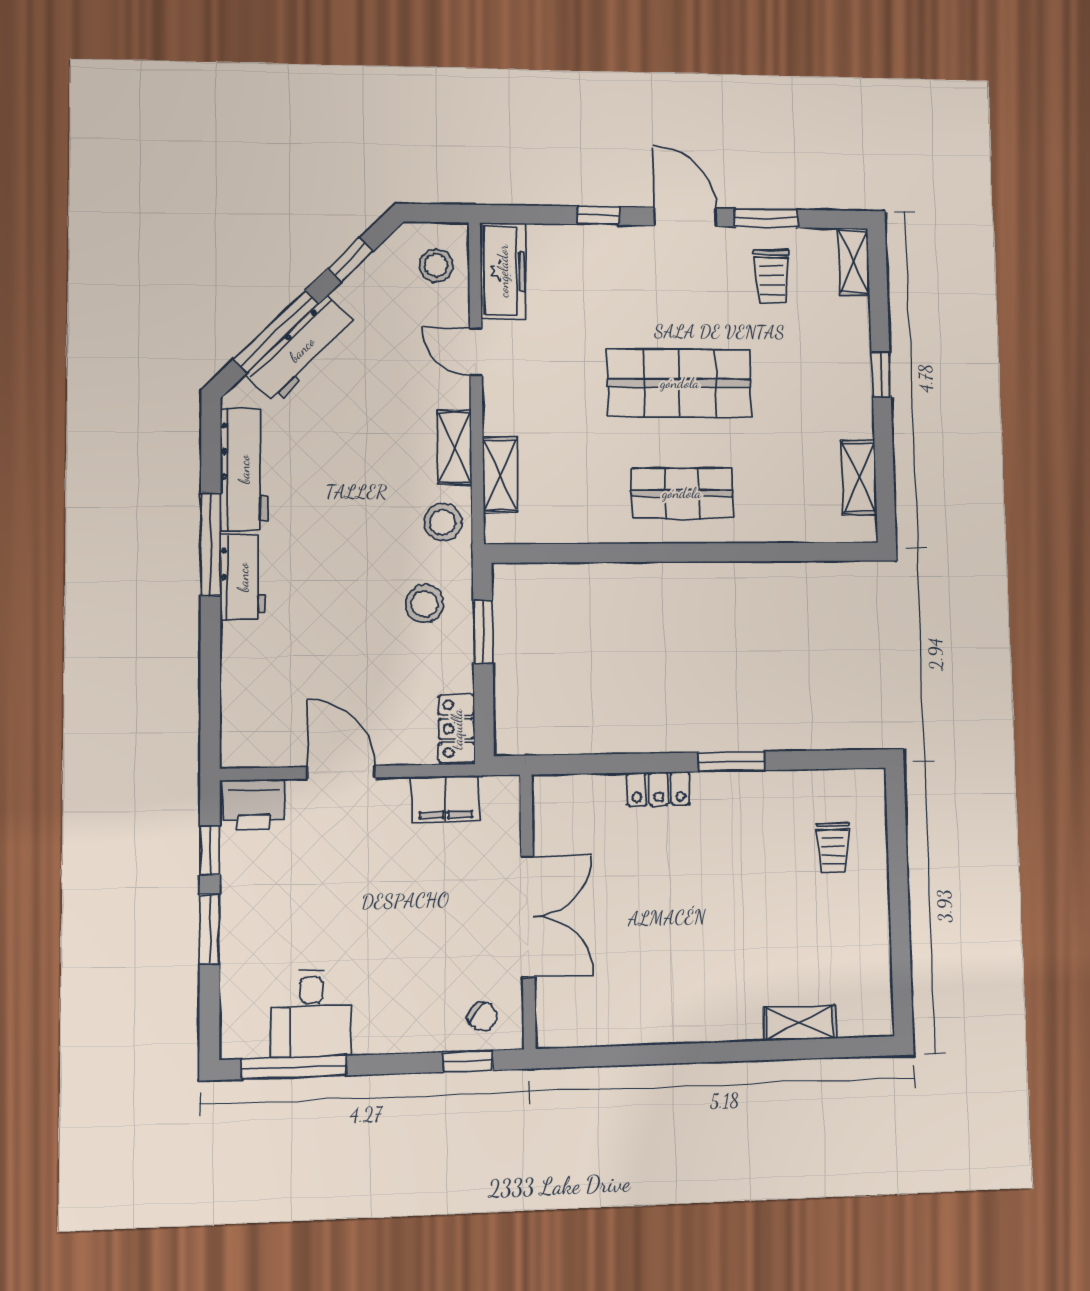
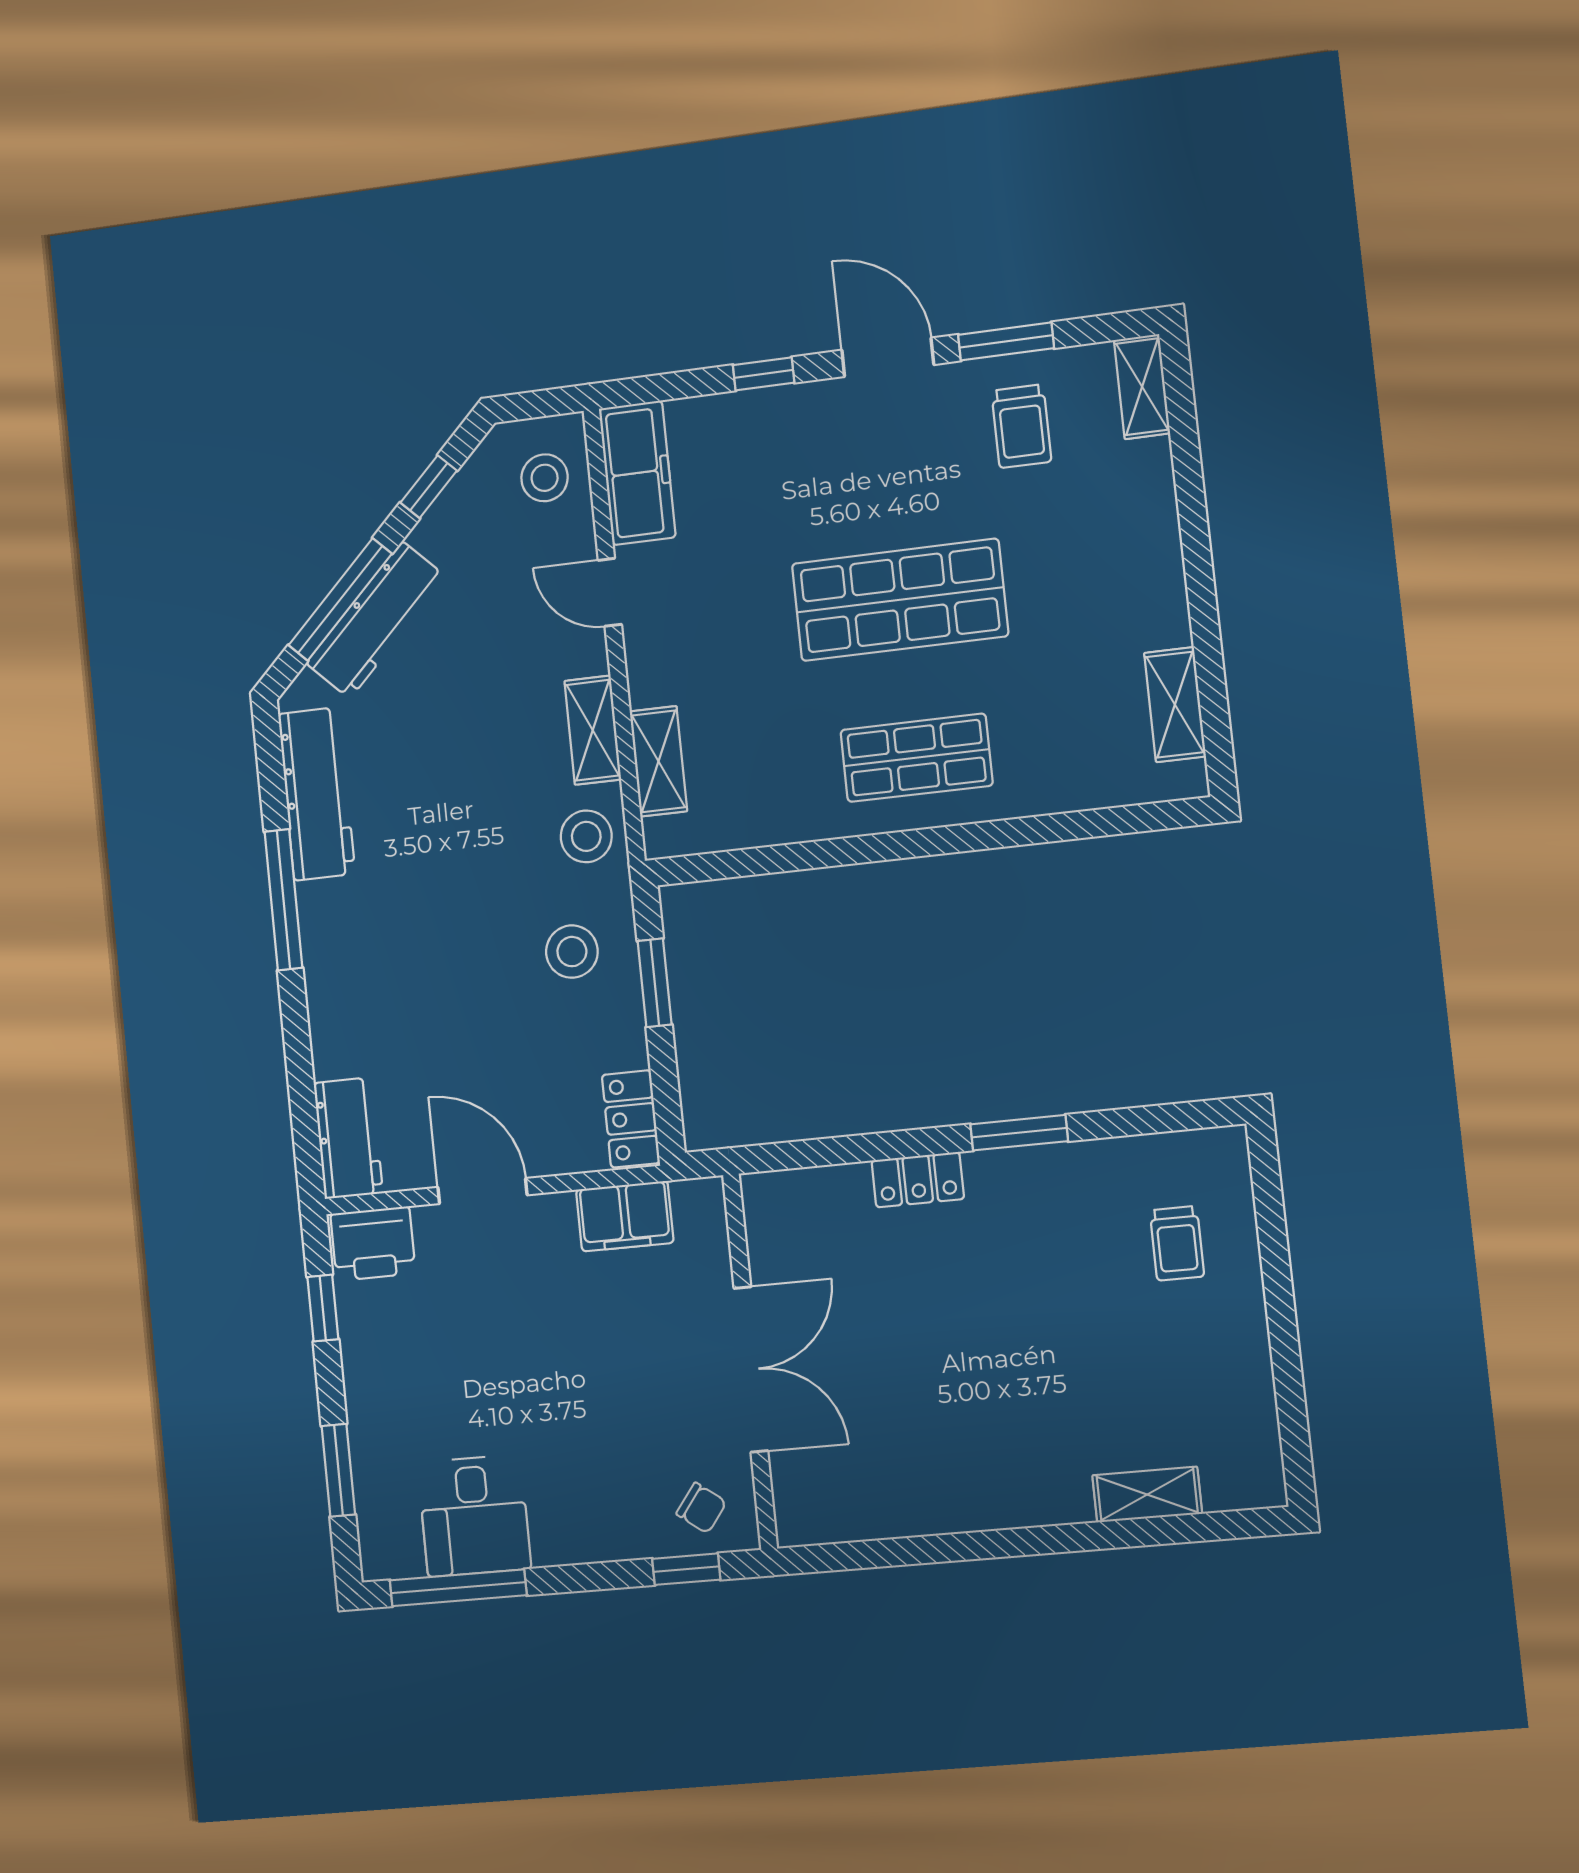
window: (881, 374) -> (1196, 548), removed
workbench: (243, 577) -> (348, 1138), moved
window: (210, 929) -> (338, 1470), moved

